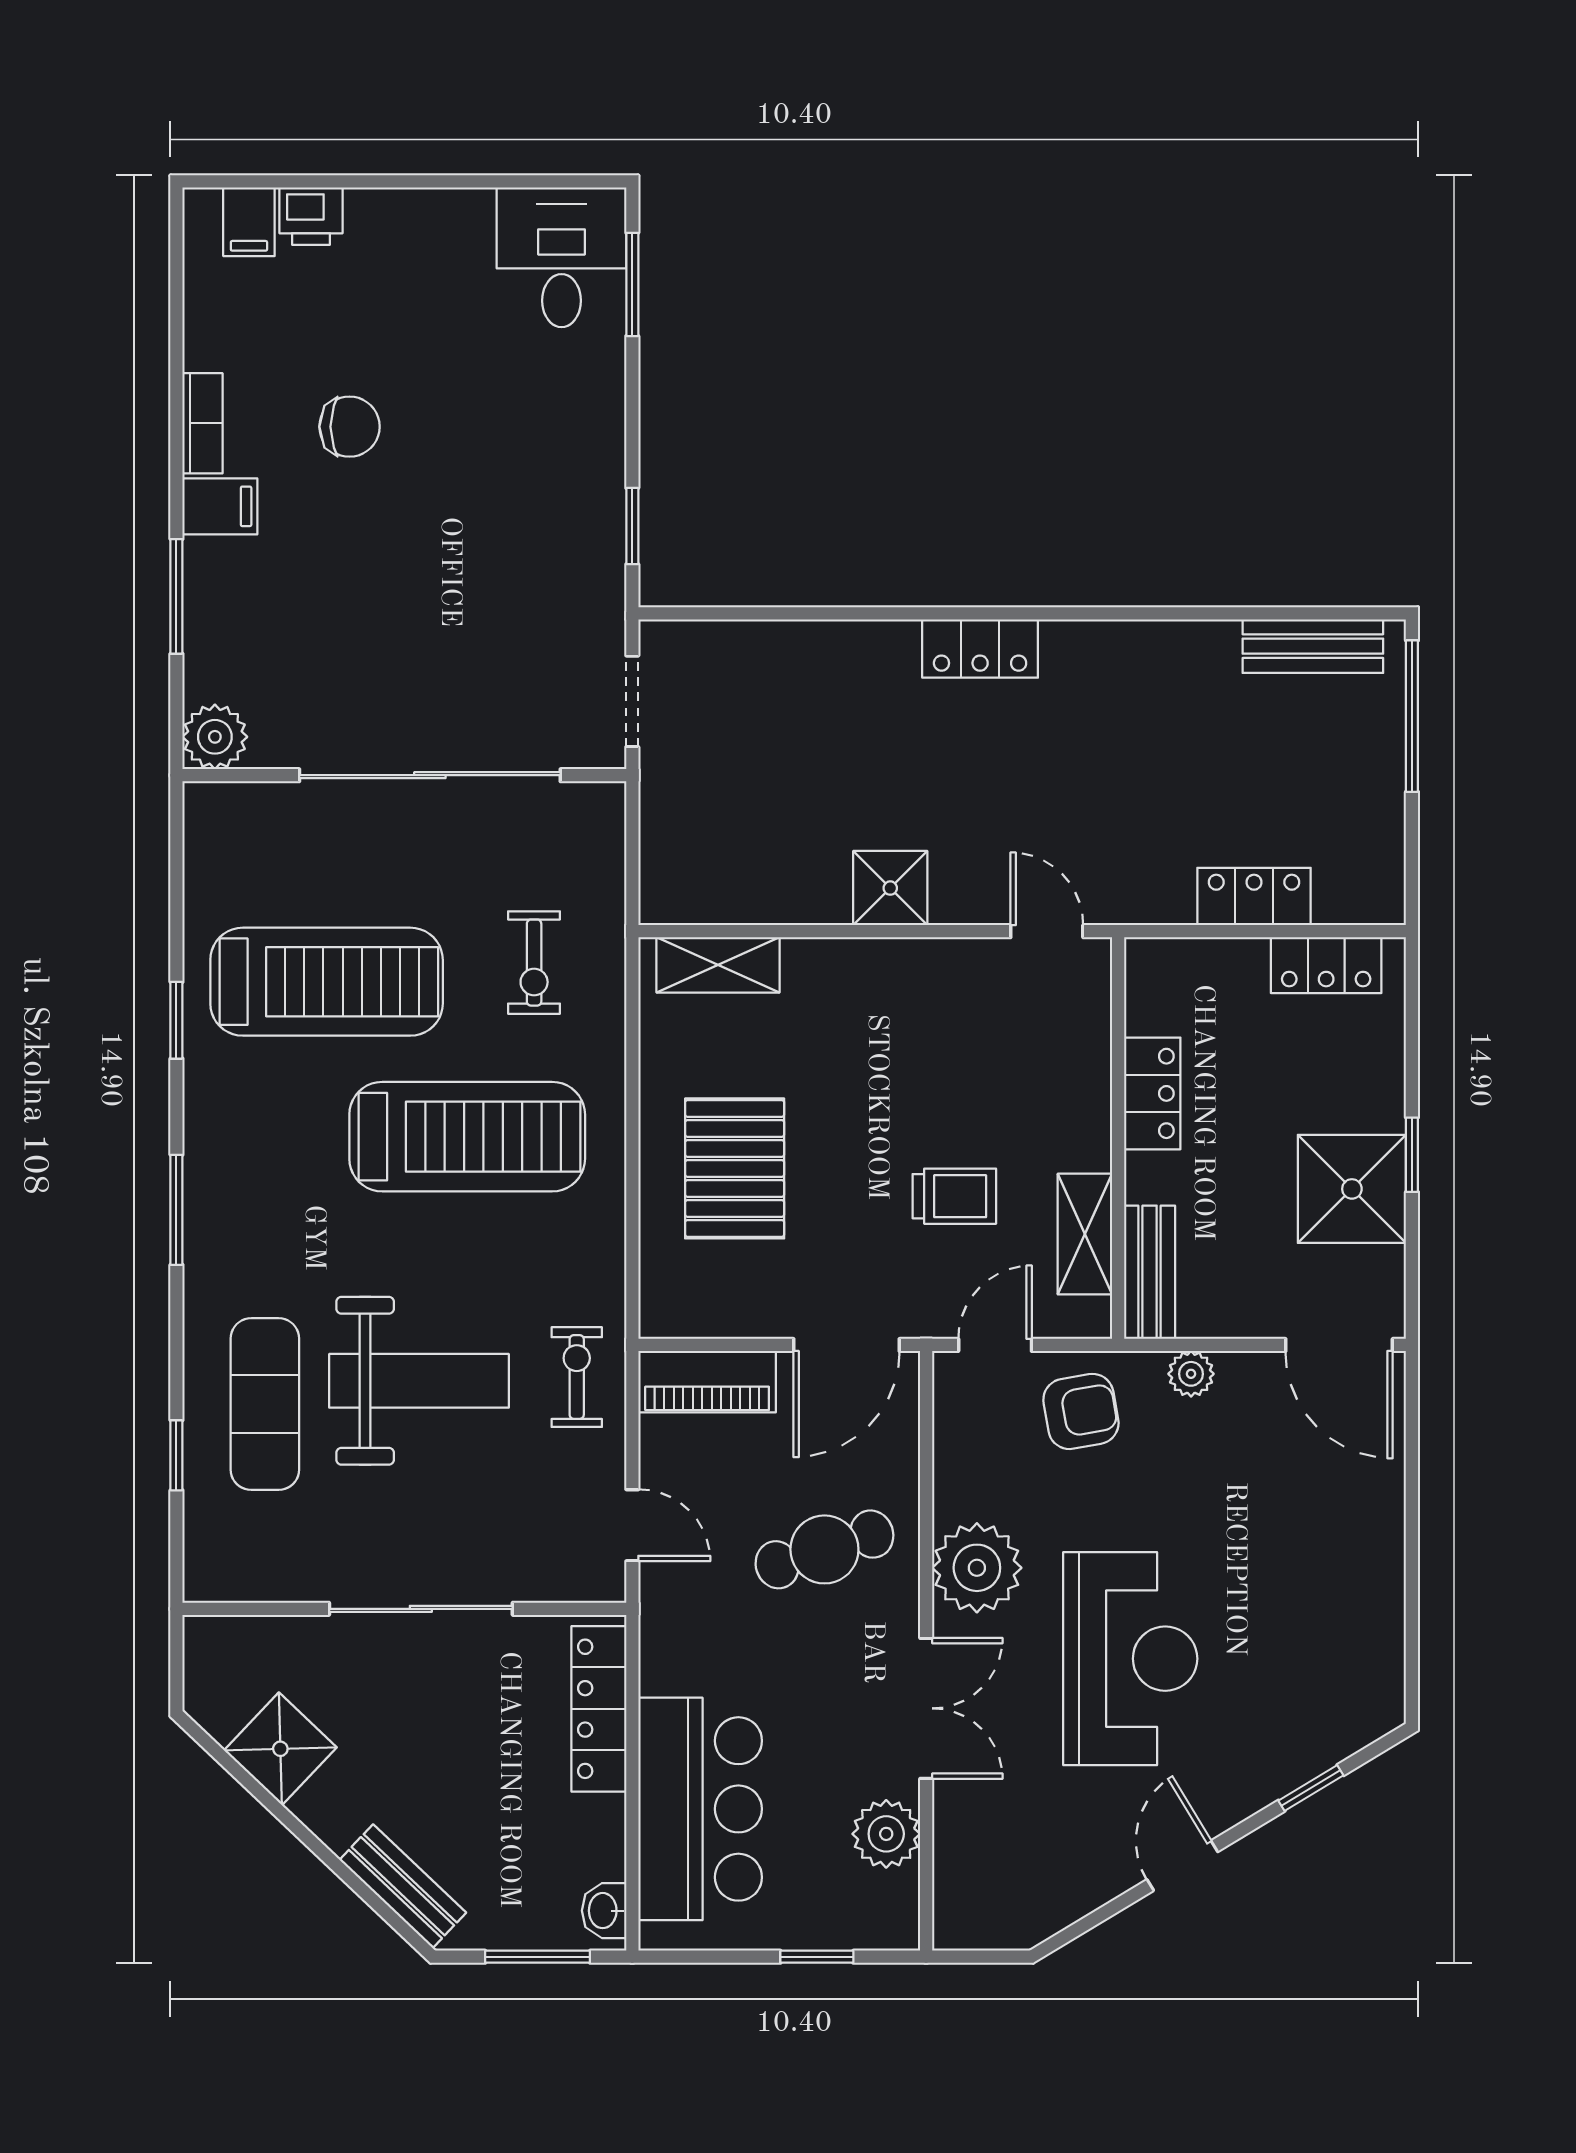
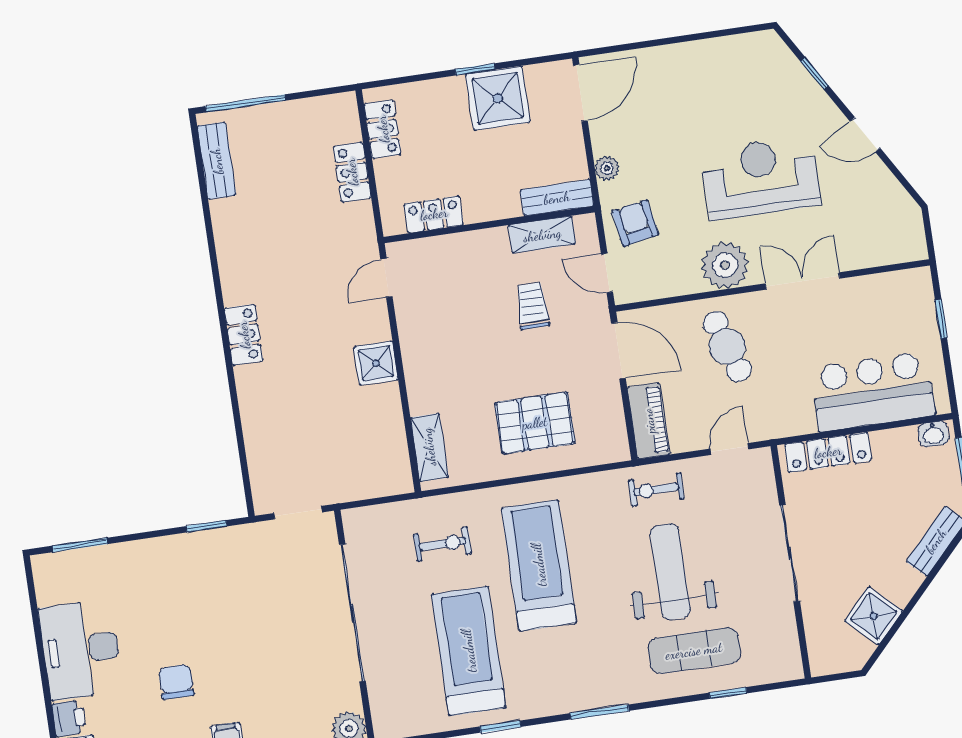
desk: (562, 257) -> (81, 650), moved, width x1.37
locker: (1152, 1093) -> (434, 214), moved
plant: (886, 1834) -> (871, 292), removed

